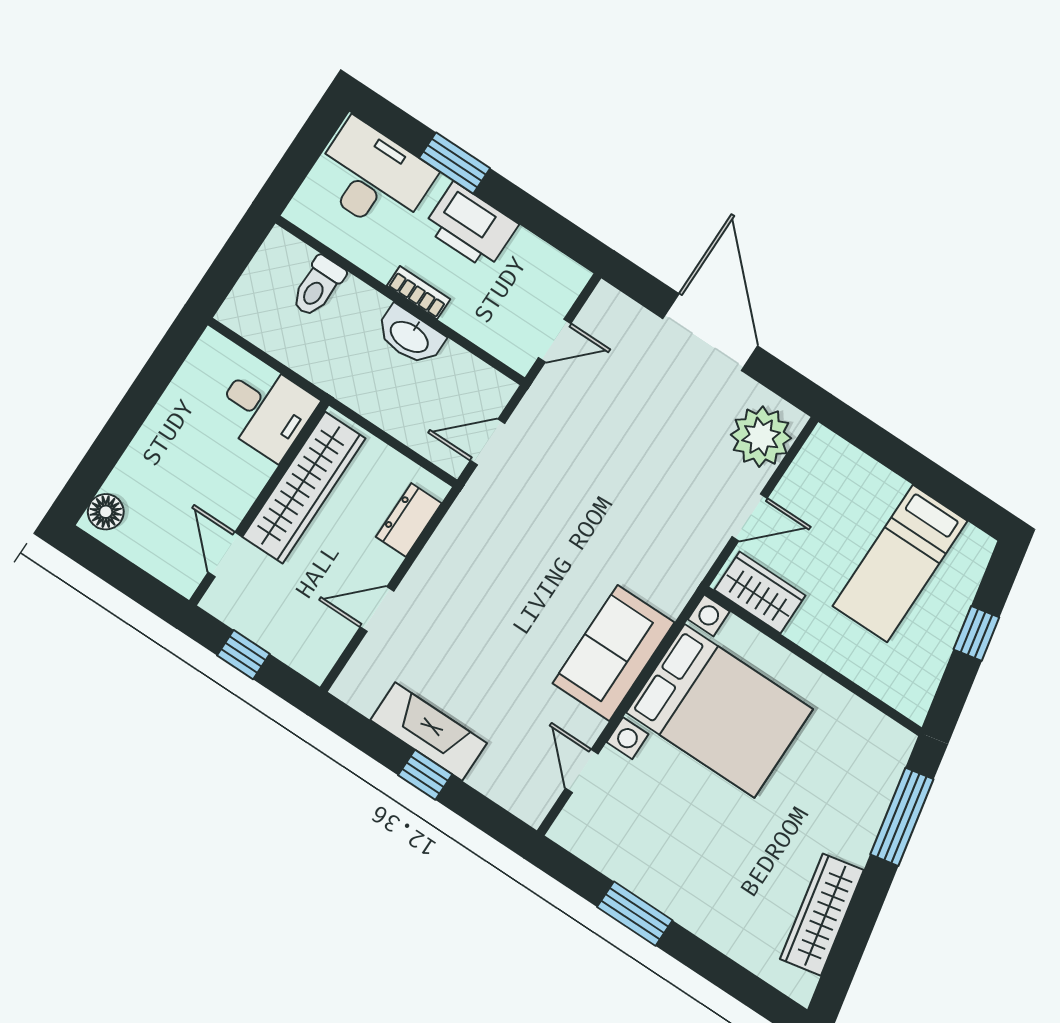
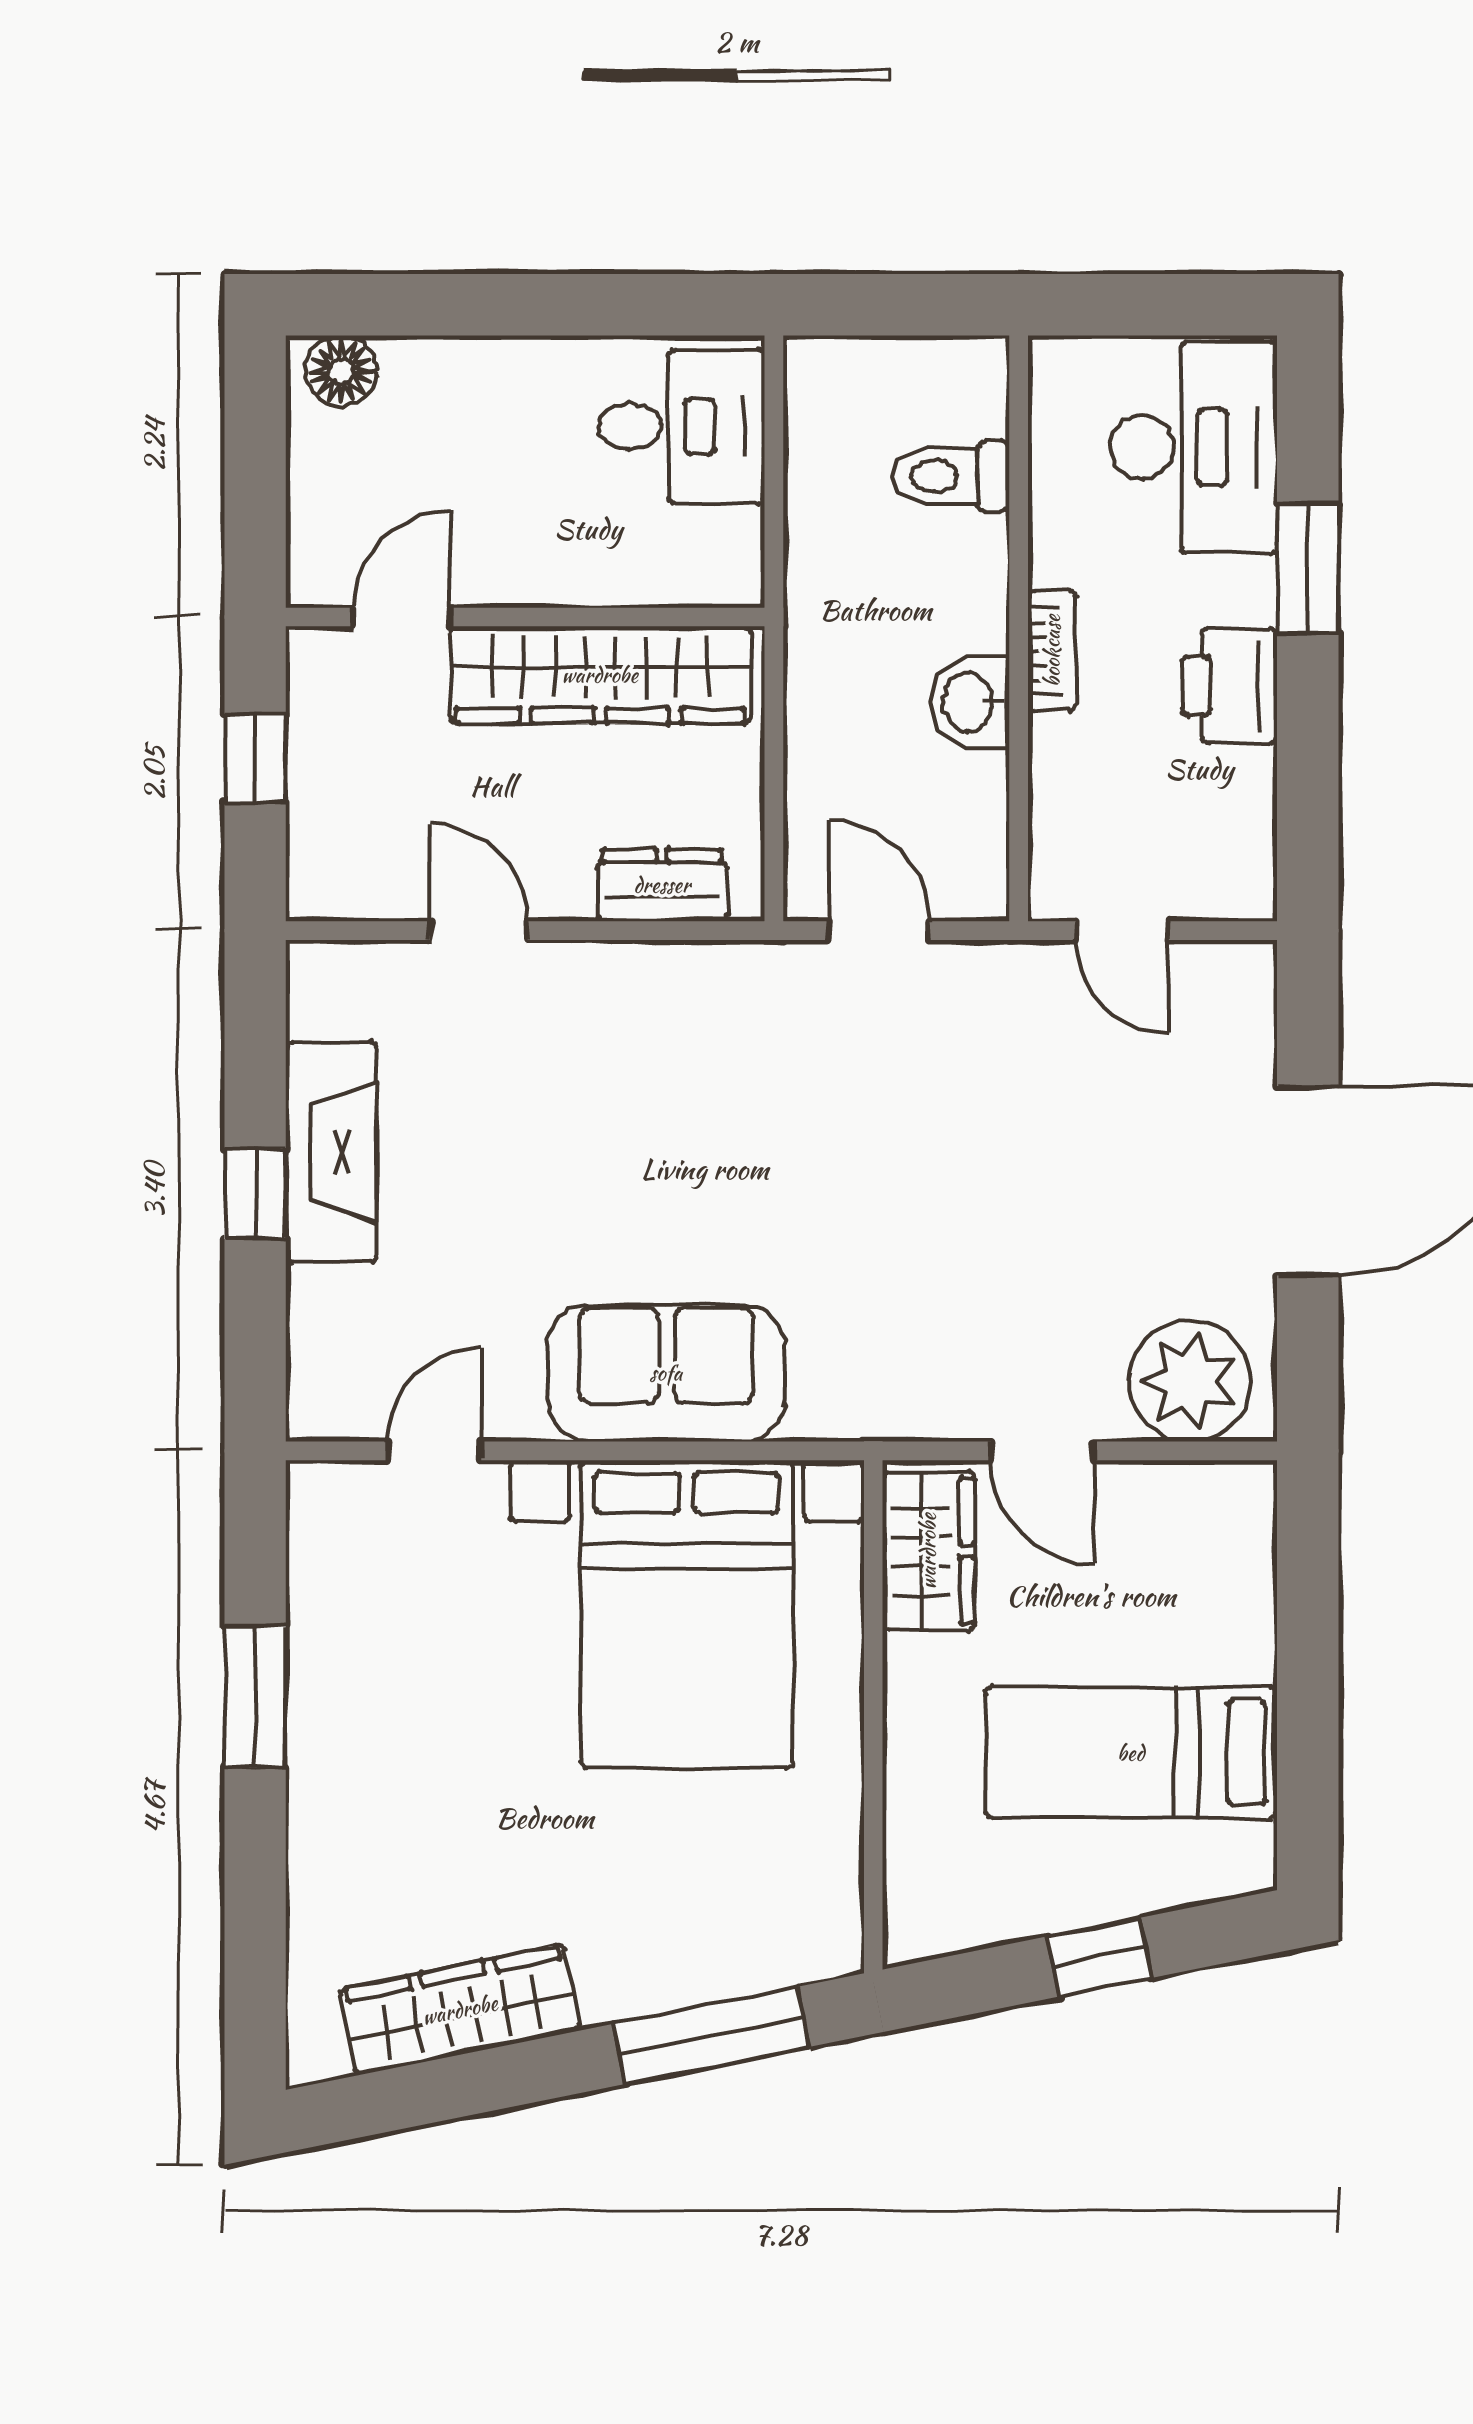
printer: (471, 226) -> (1230, 686), width x0.73, depth x0.84
washbasin: (410, 336) -> (970, 702), width x0.72
desk: (265, 410) -> (681, 427), moved, turned -90

